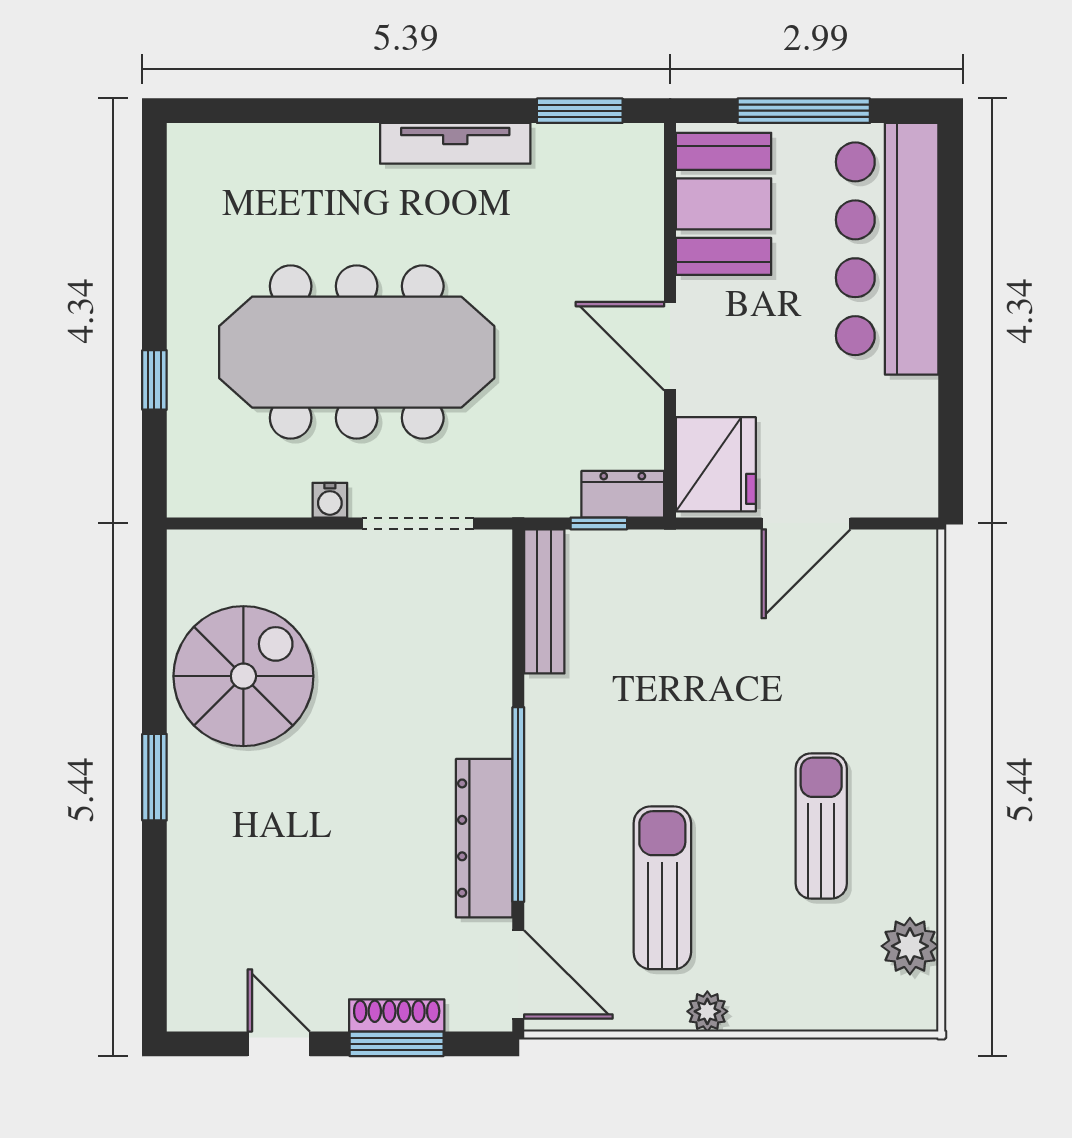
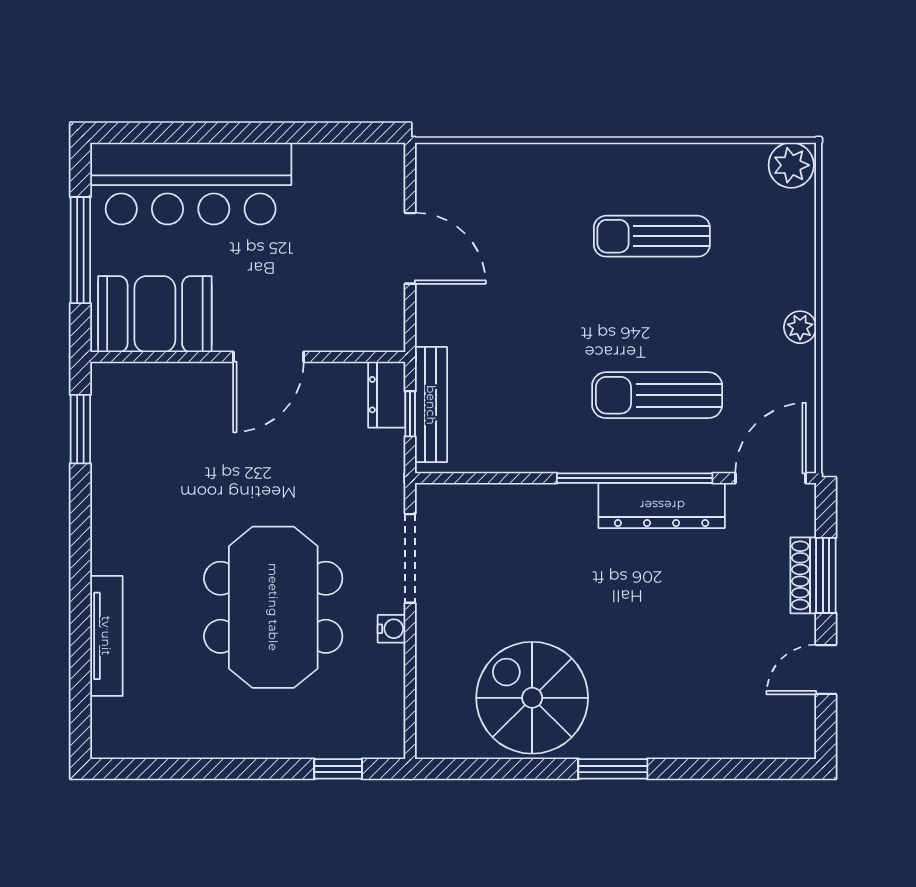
tv unit: (455, 143) -> (106, 636), moved
meeting table: (357, 352) -> (273, 607), width x0.73
window: (154, 380) -> (338, 769), moved
fridge: (716, 464) -> (363, 320), removed
bench: (544, 601) -> (431, 405), moved, turned 90
sun lounger: (662, 888) -> (657, 395), moved
plant: (910, 946) -> (791, 165), moved

